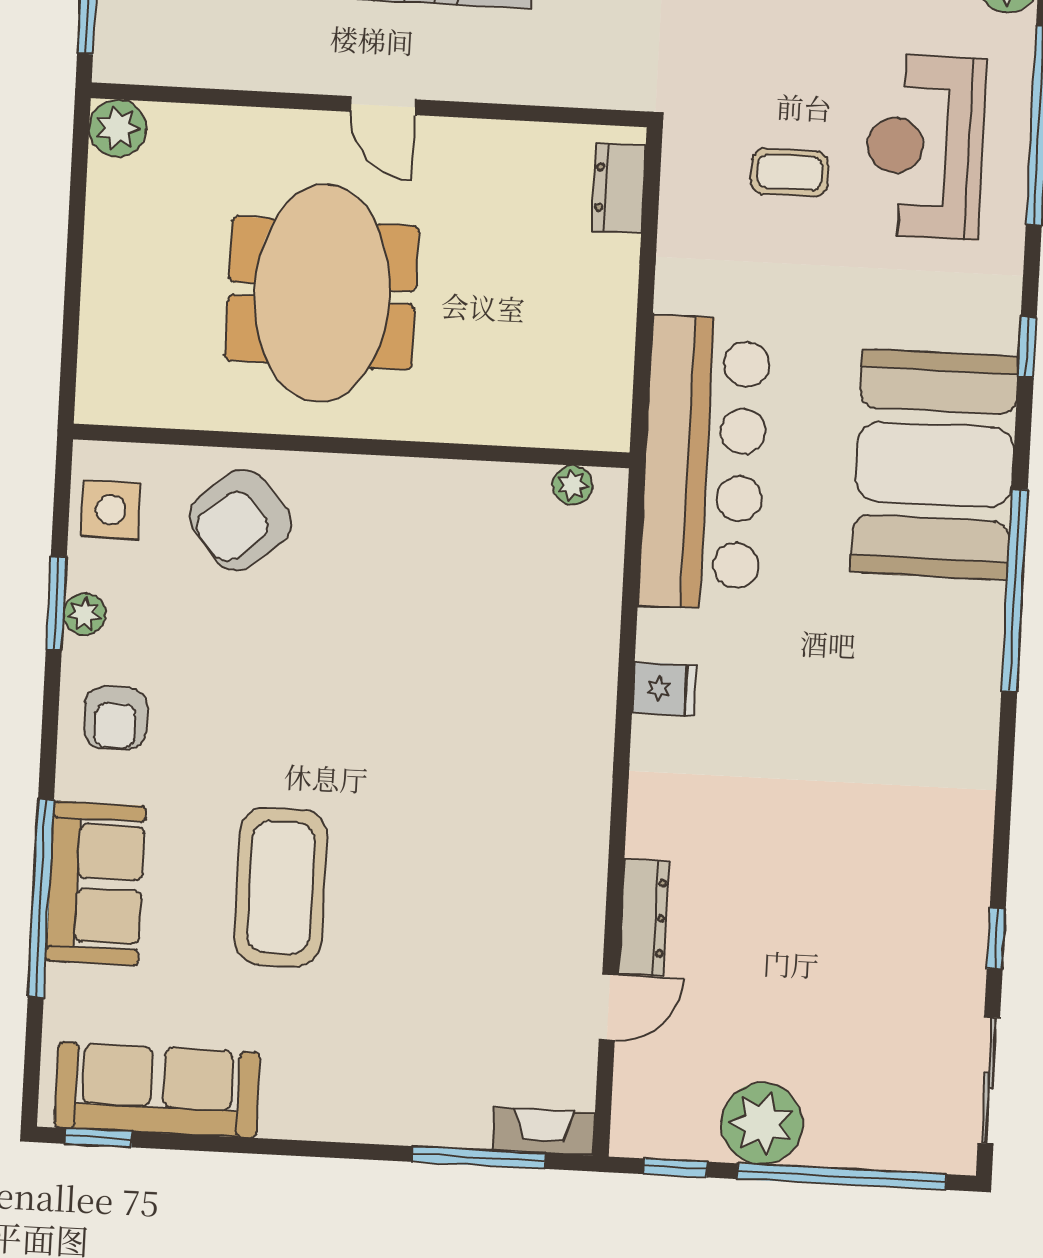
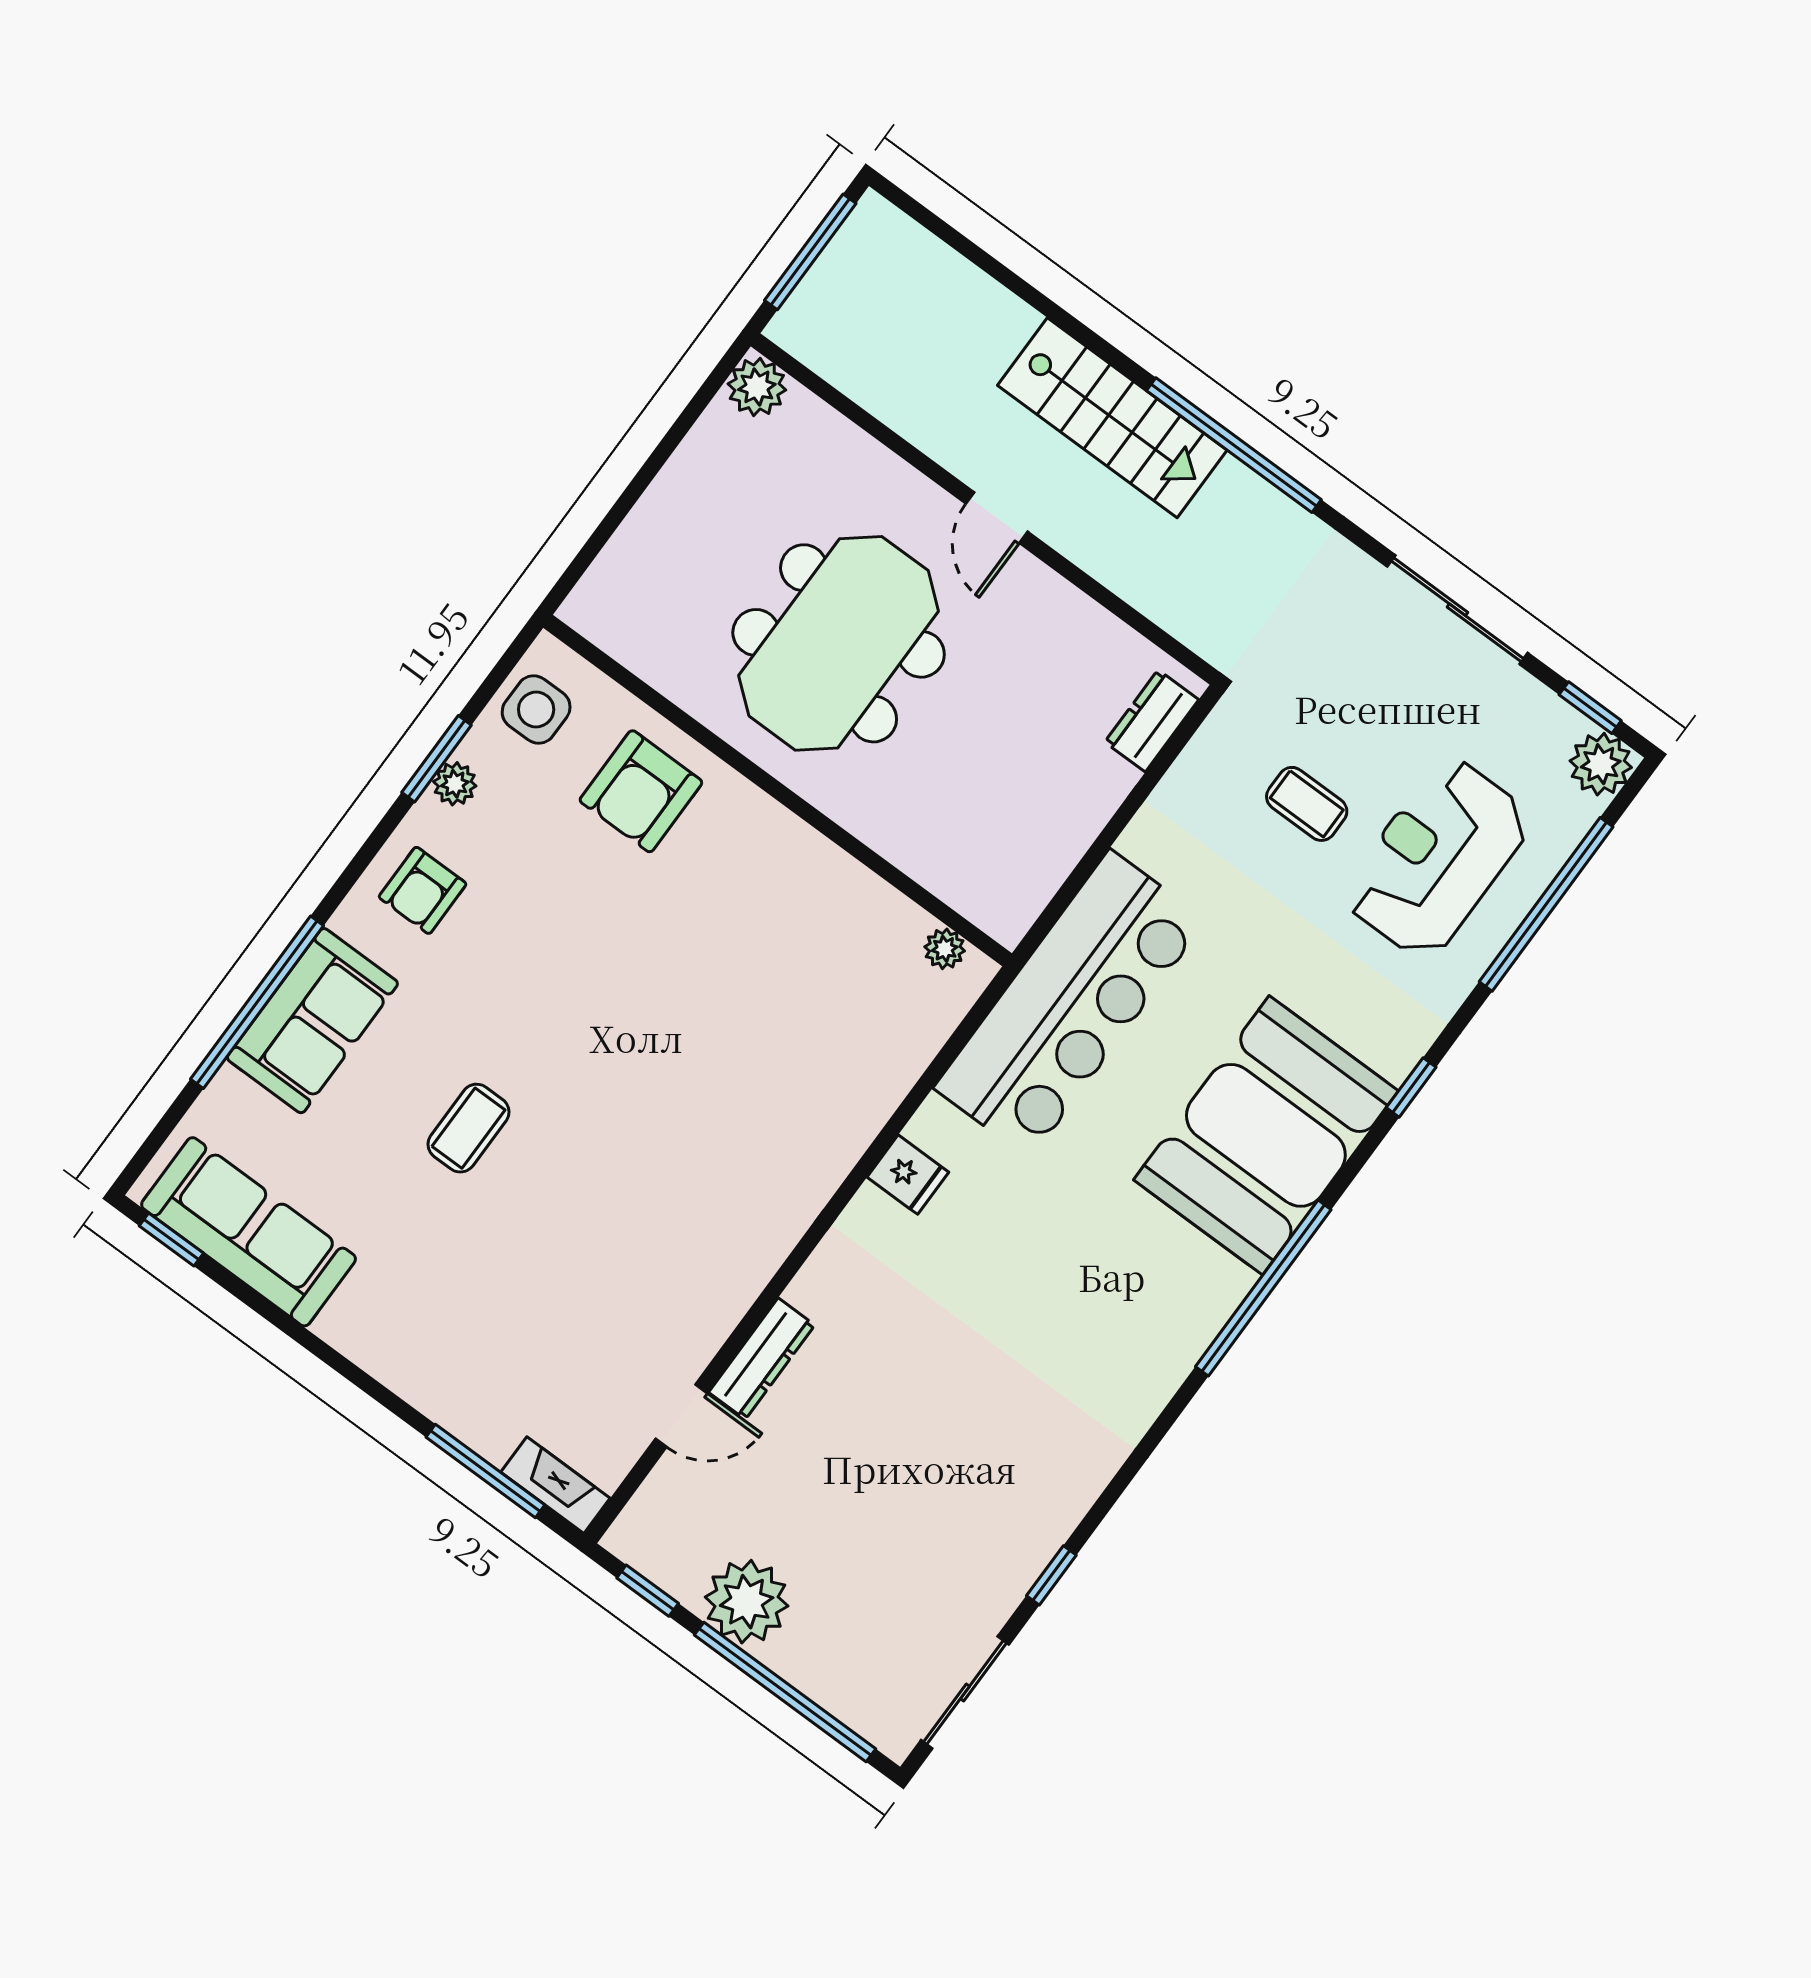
armchair: (240, 520) -> (641, 791), turned -50
coffee table: (281, 887) -> (468, 1128), width x0.54, depth x0.58

